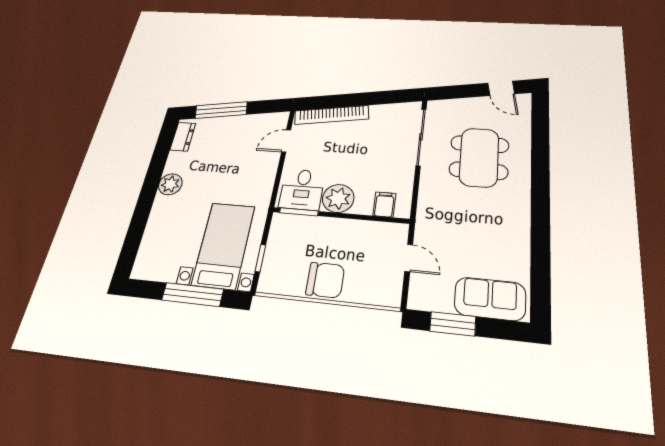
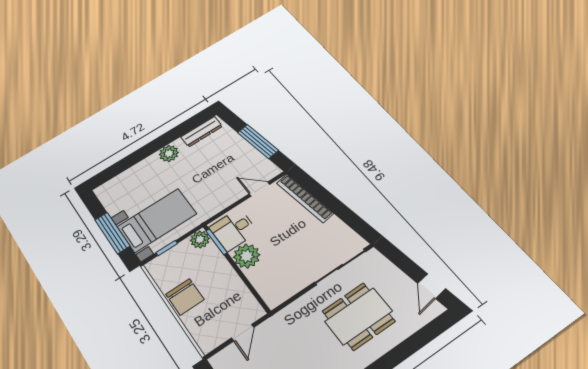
window: (221, 110) -> (258, 141), moved
dresser: (183, 137) -> (202, 132), width x1.44
filing cabinet: (384, 205) -> (267, 287), removed
plant: (282, 224) -> (200, 239), added

